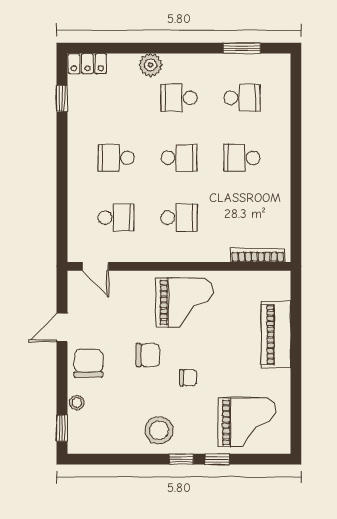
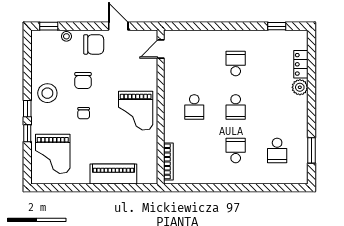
locker: (87, 64) -> (301, 64), moved
school desk: (179, 98) -> (277, 107), removed
school desk: (116, 218) -> (194, 63), removed
chair: (148, 355) -> (83, 81), moved

